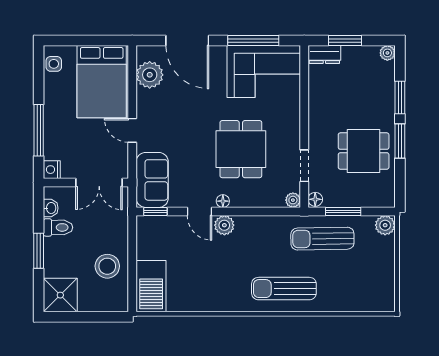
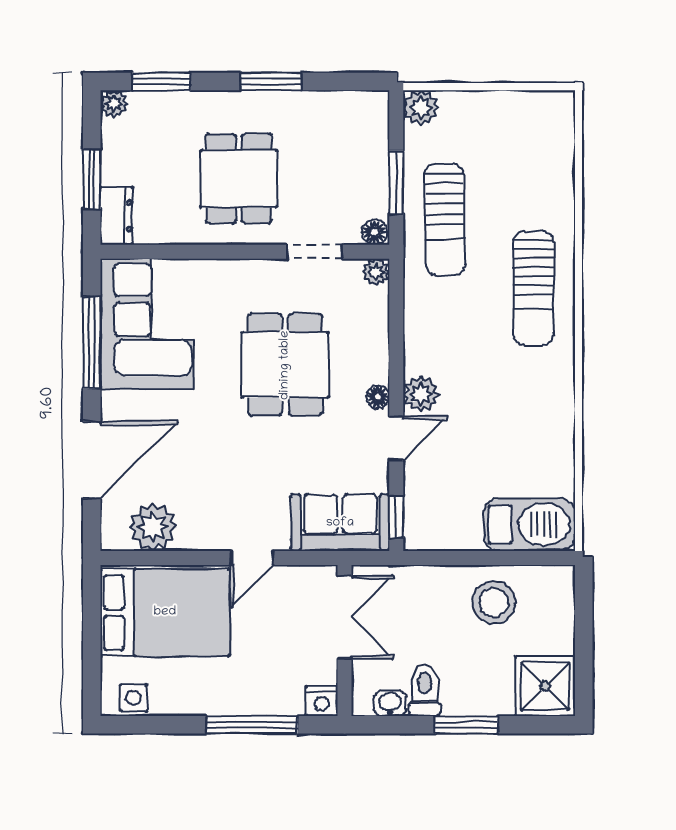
window: (400, 97) -> (161, 81), moved
dining table: (241, 149) -> (285, 365), turned 90
dining table: (364, 151) -> (239, 179), moved

